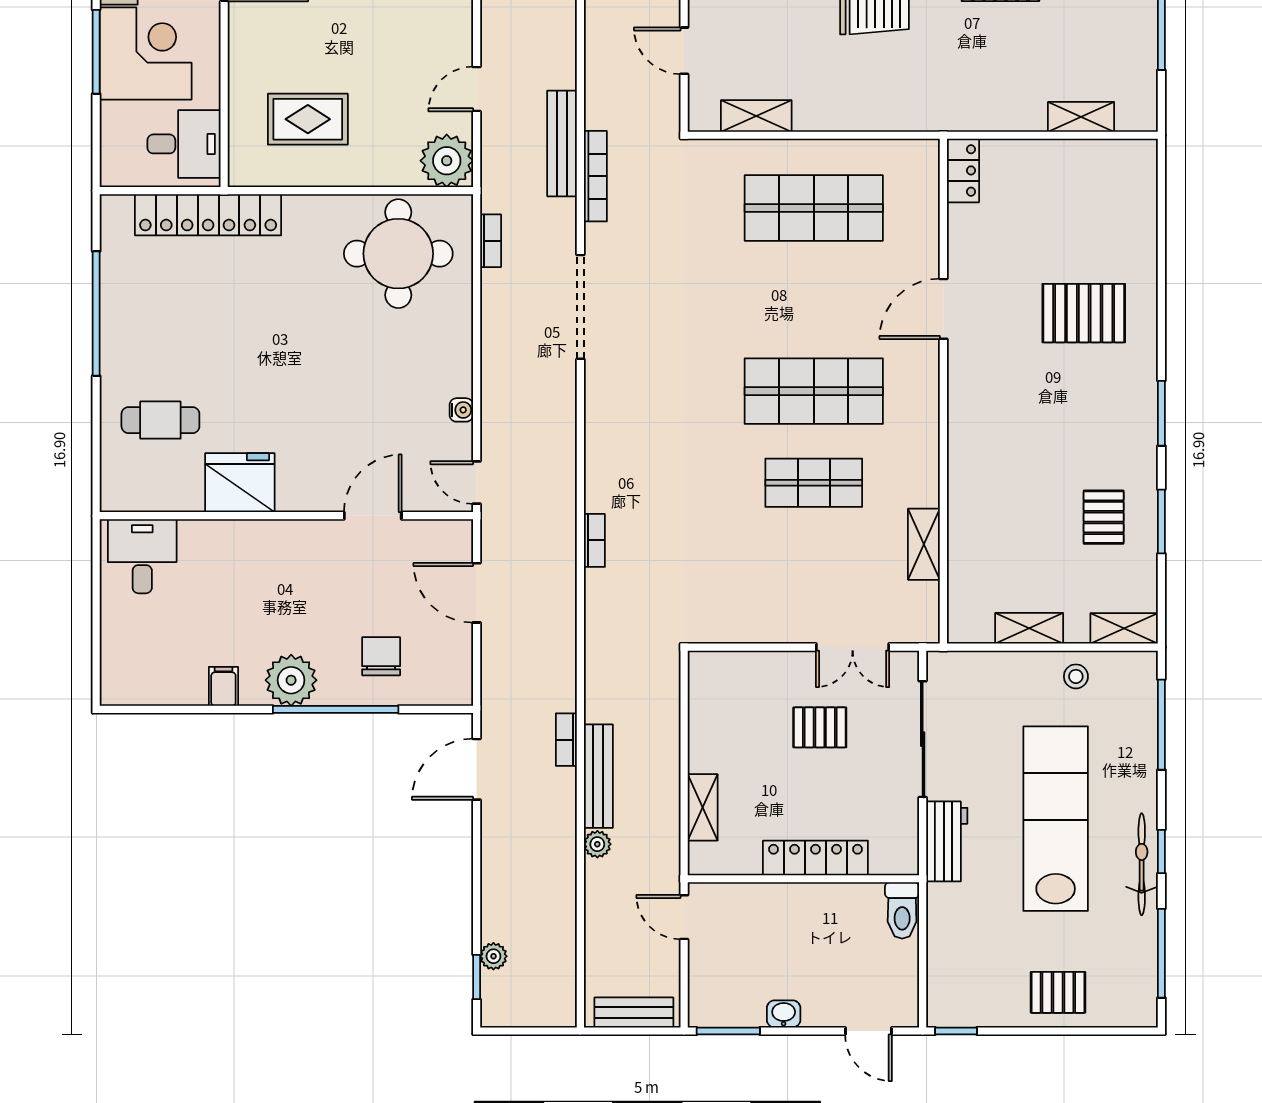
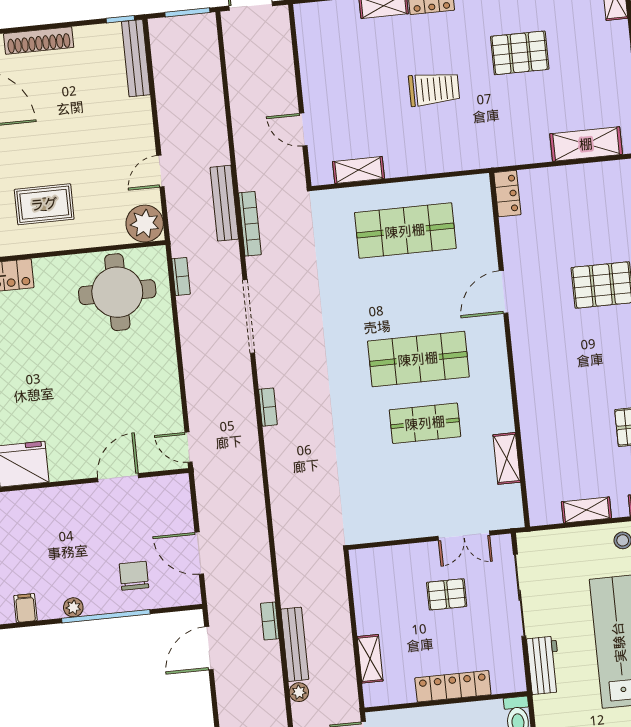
shelving: (1081, 117) -> (586, 144), width x1.50, depth x1.33
water cooler: (461, 410) -> (173, 397), removed
bookcase: (594, 540) -> (268, 407), moved
door: (477, 593) -> (199, 553), moved
plant: (291, 680) -> (73, 607), width x0.53, depth x0.53

